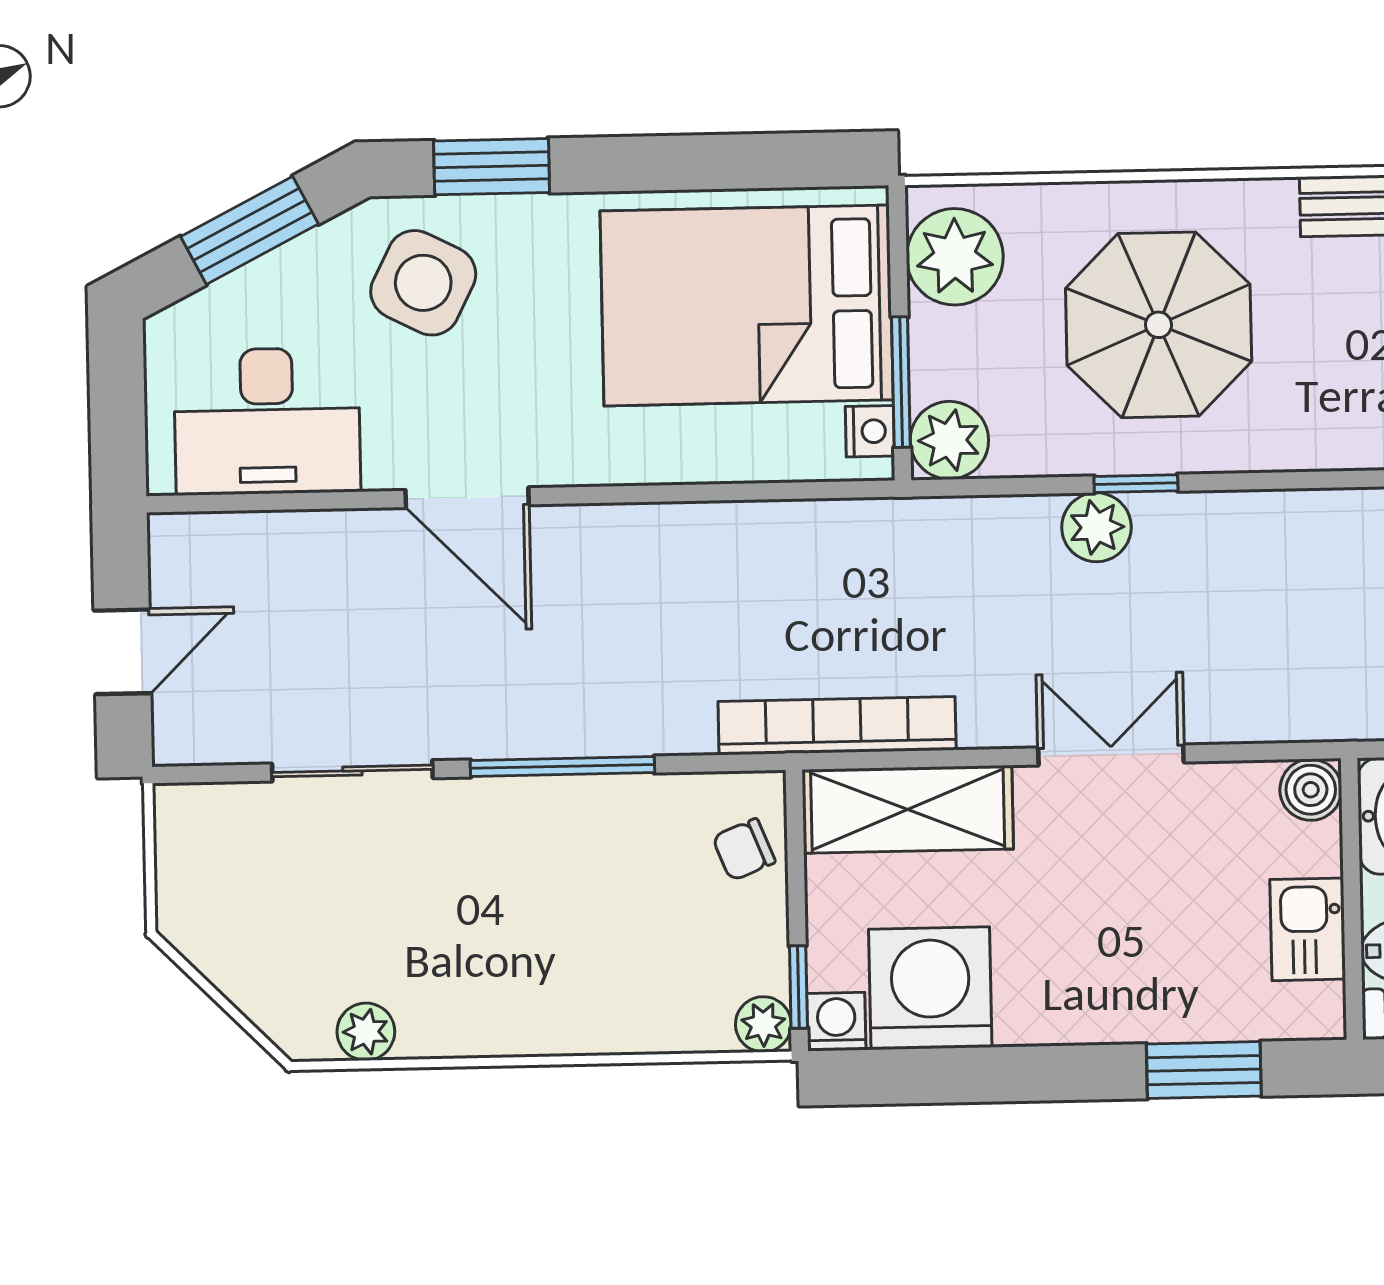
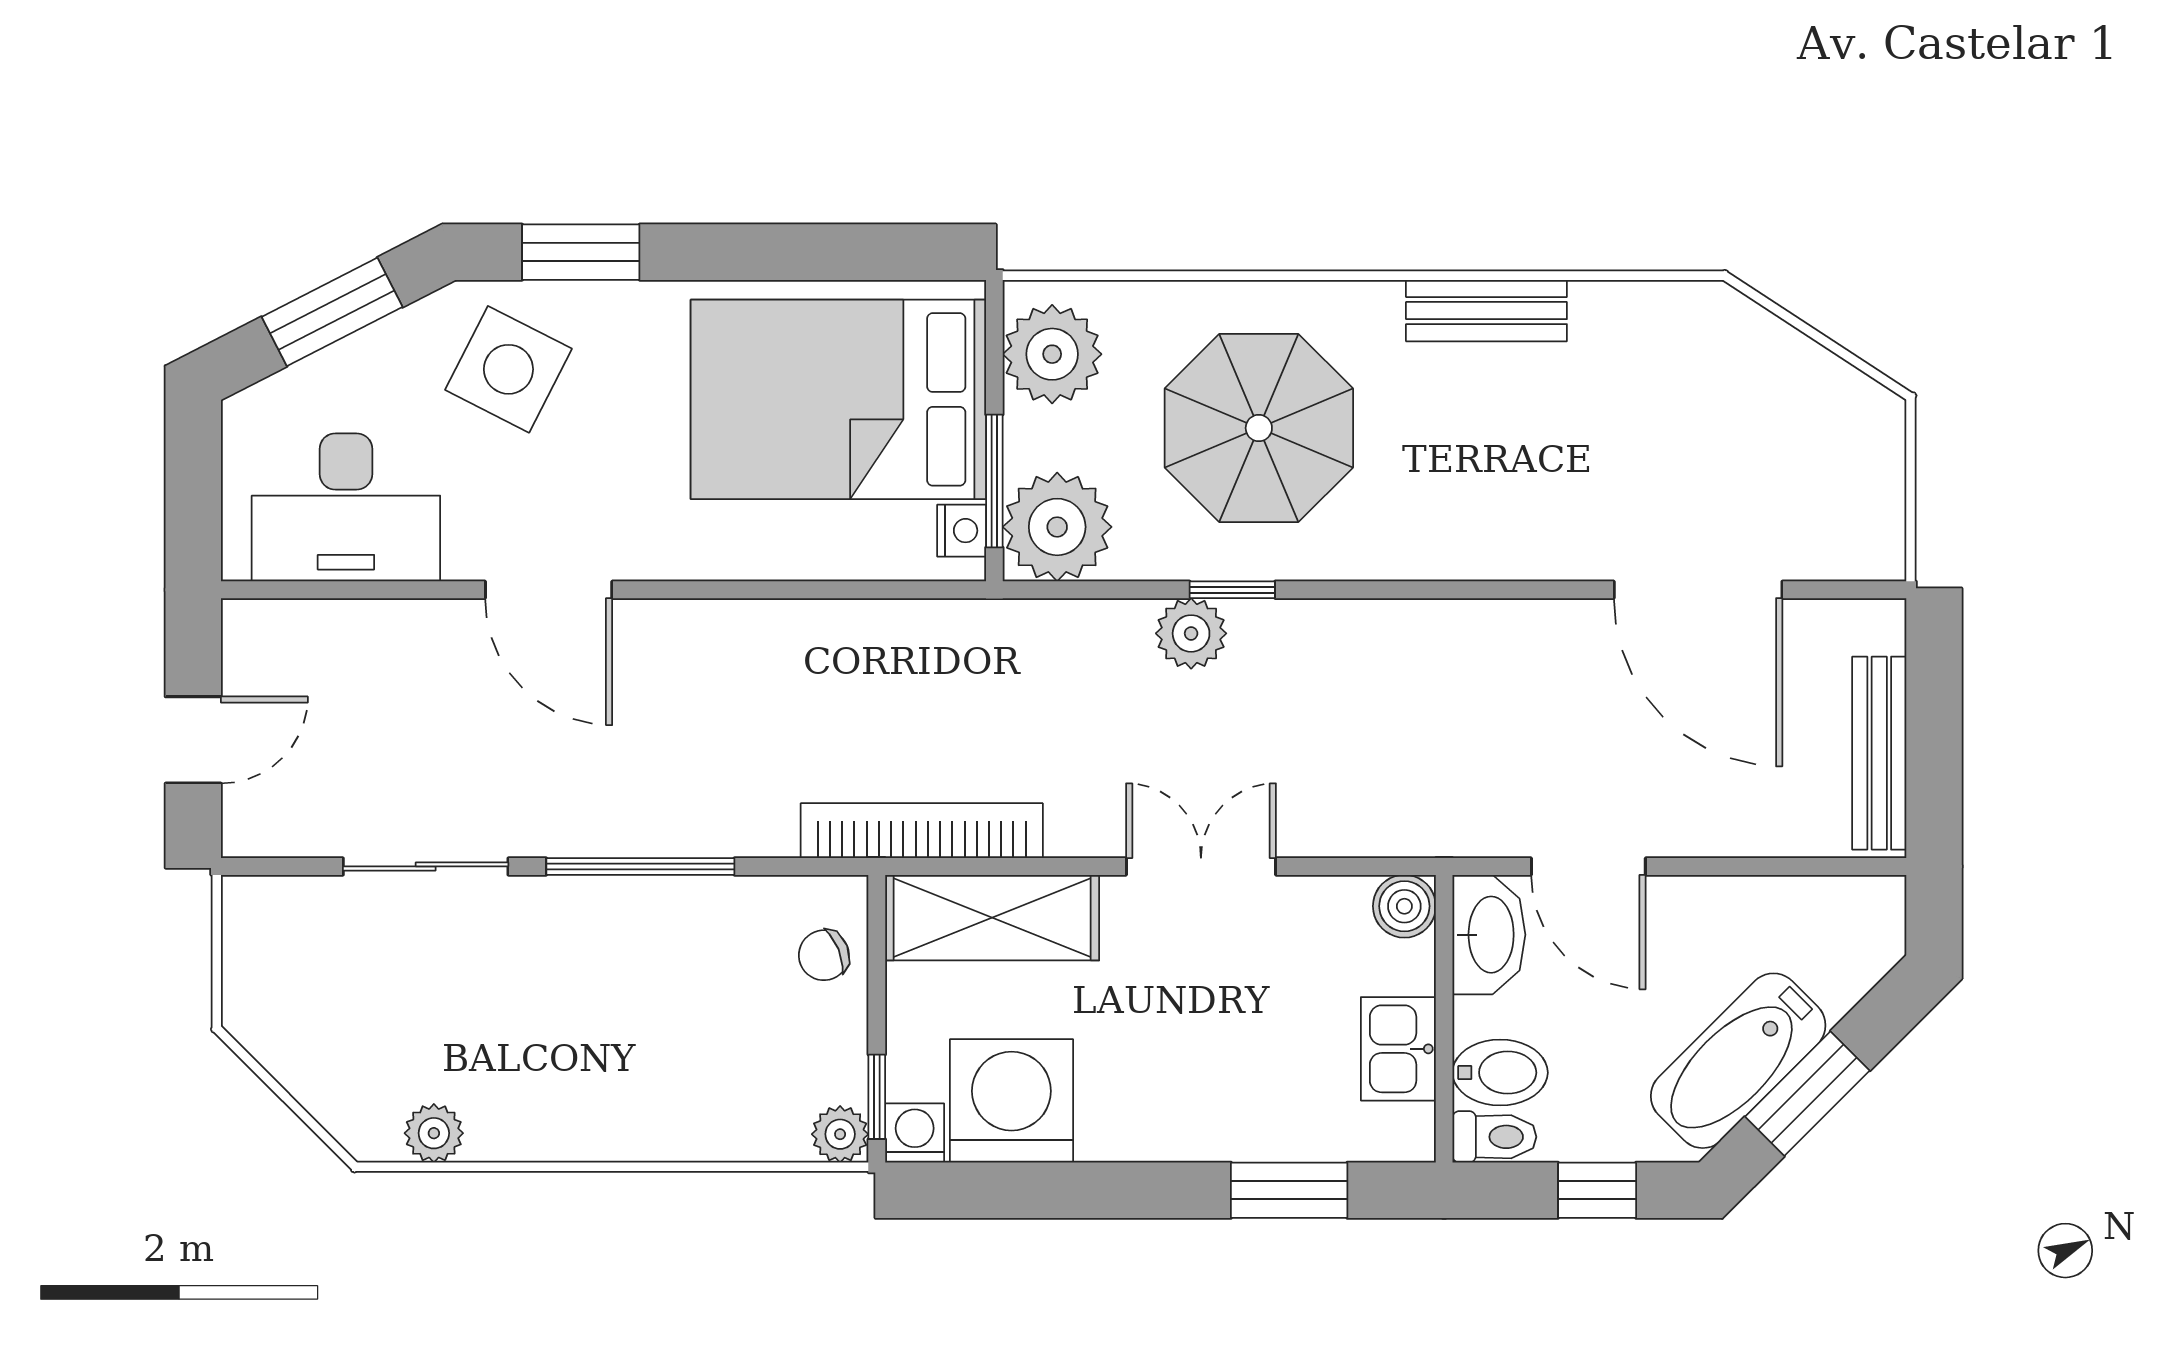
plant: (949, 440) -> (1057, 527), width x1.36, depth x1.36

